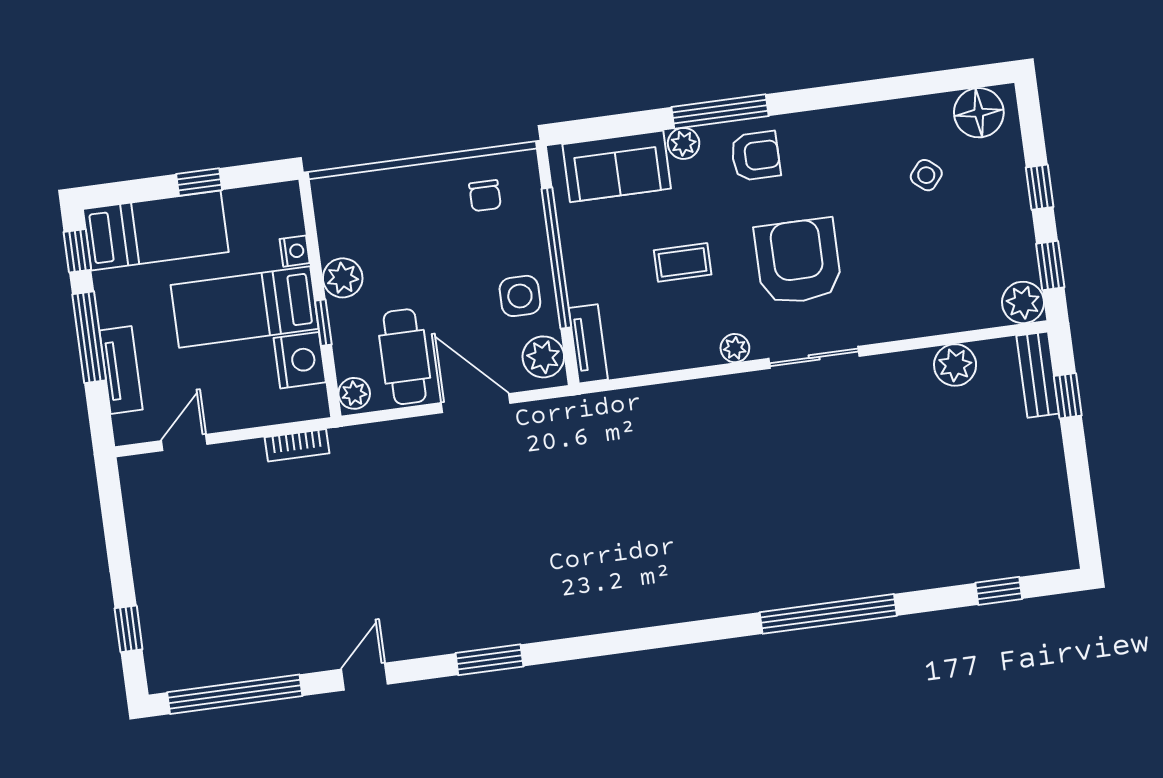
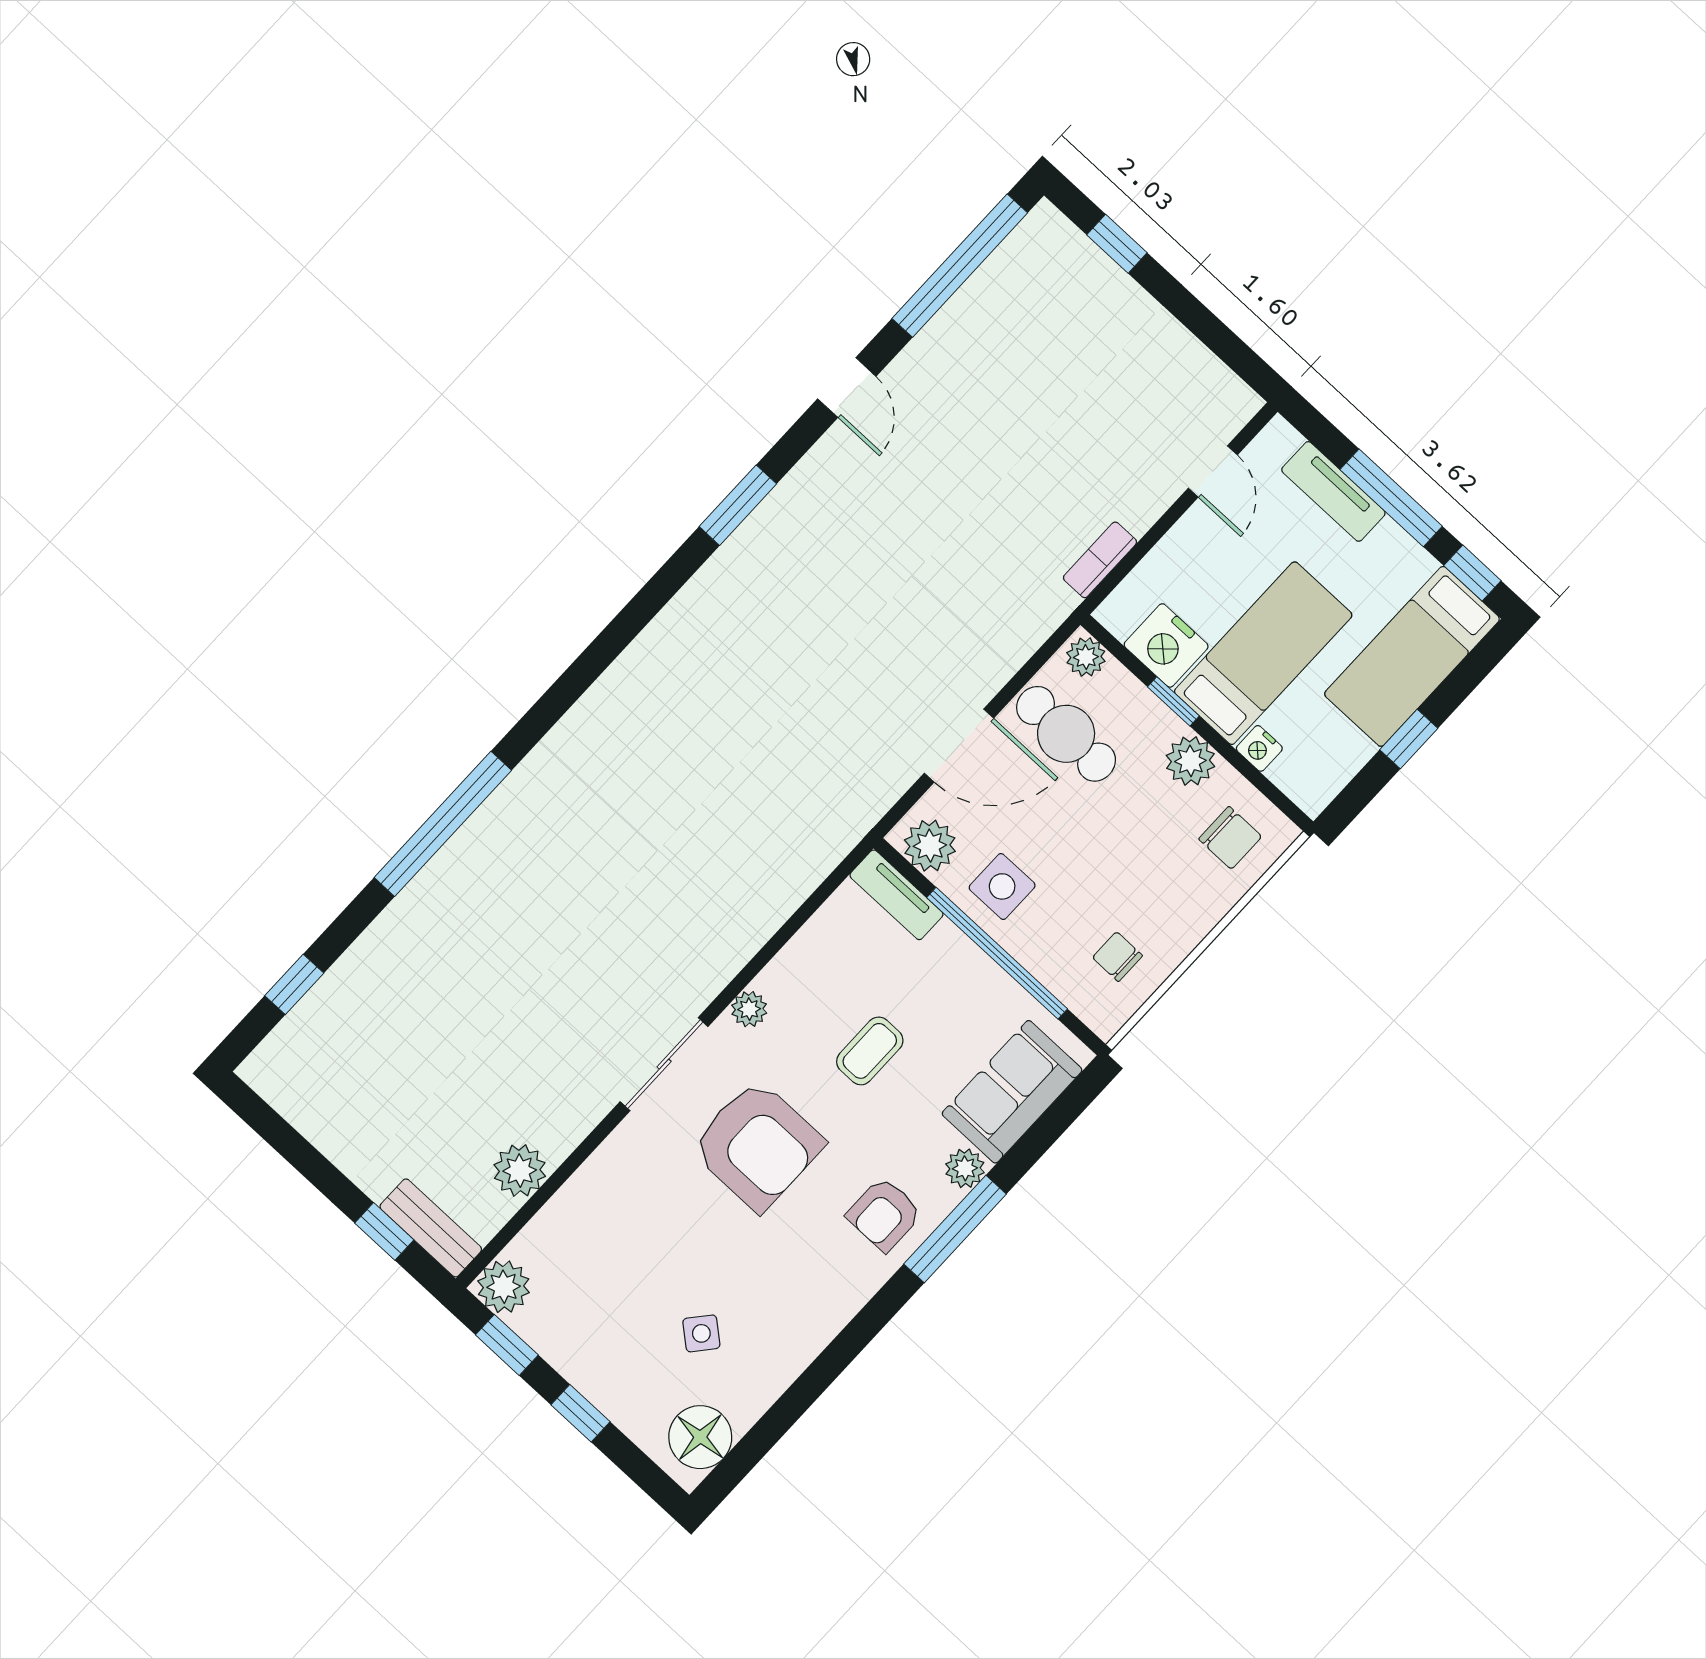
chair: (357, 211) -> (1230, 838), added

